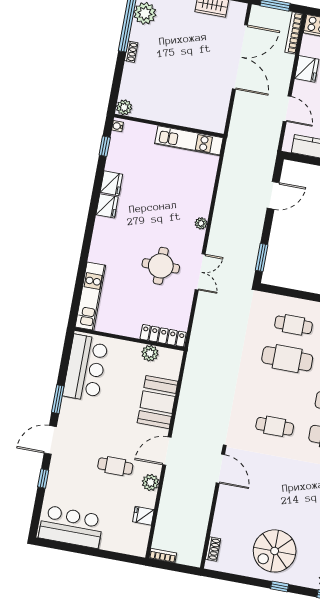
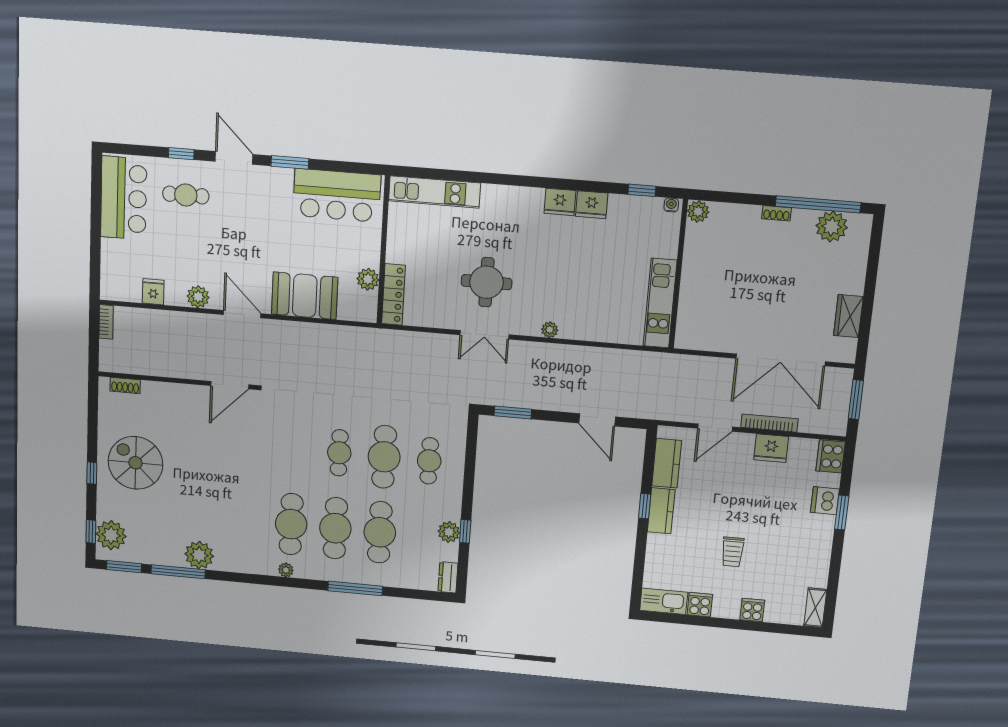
bookcase: (294, 33) -> (769, 423), moved
cafe table: (275, 426) -> (339, 453), moved
cafe table: (115, 466) -> (186, 195), moved, turned 90

